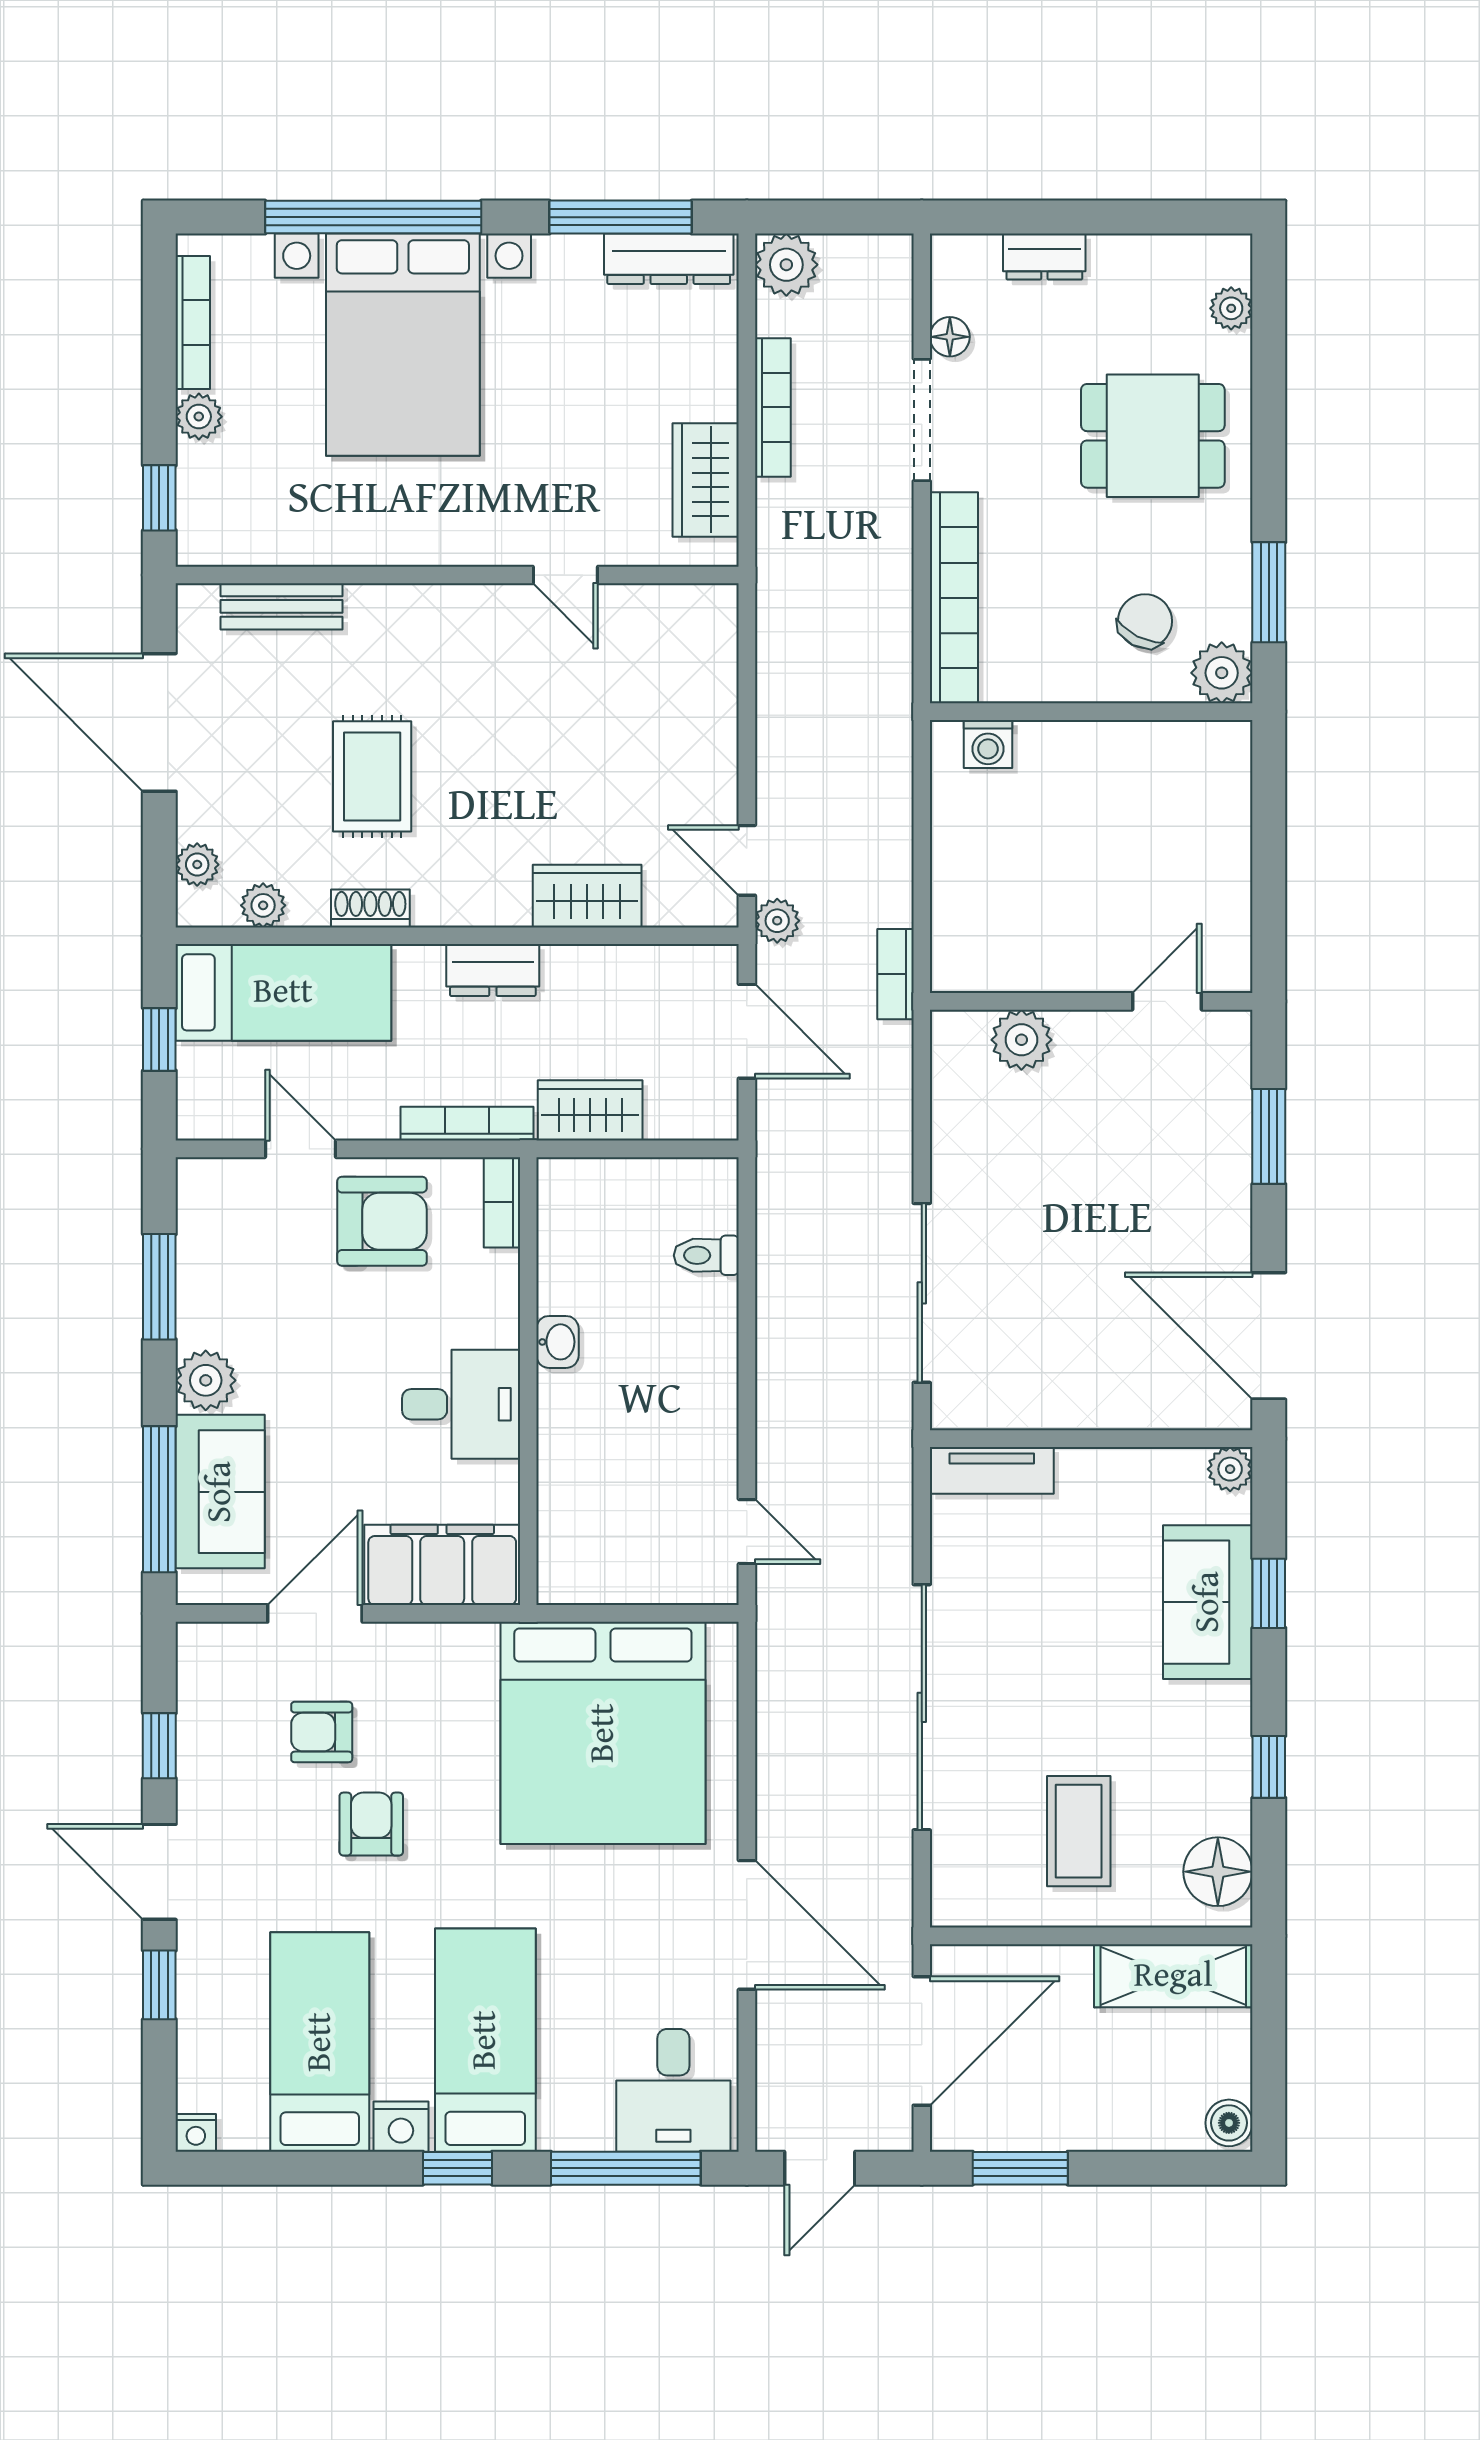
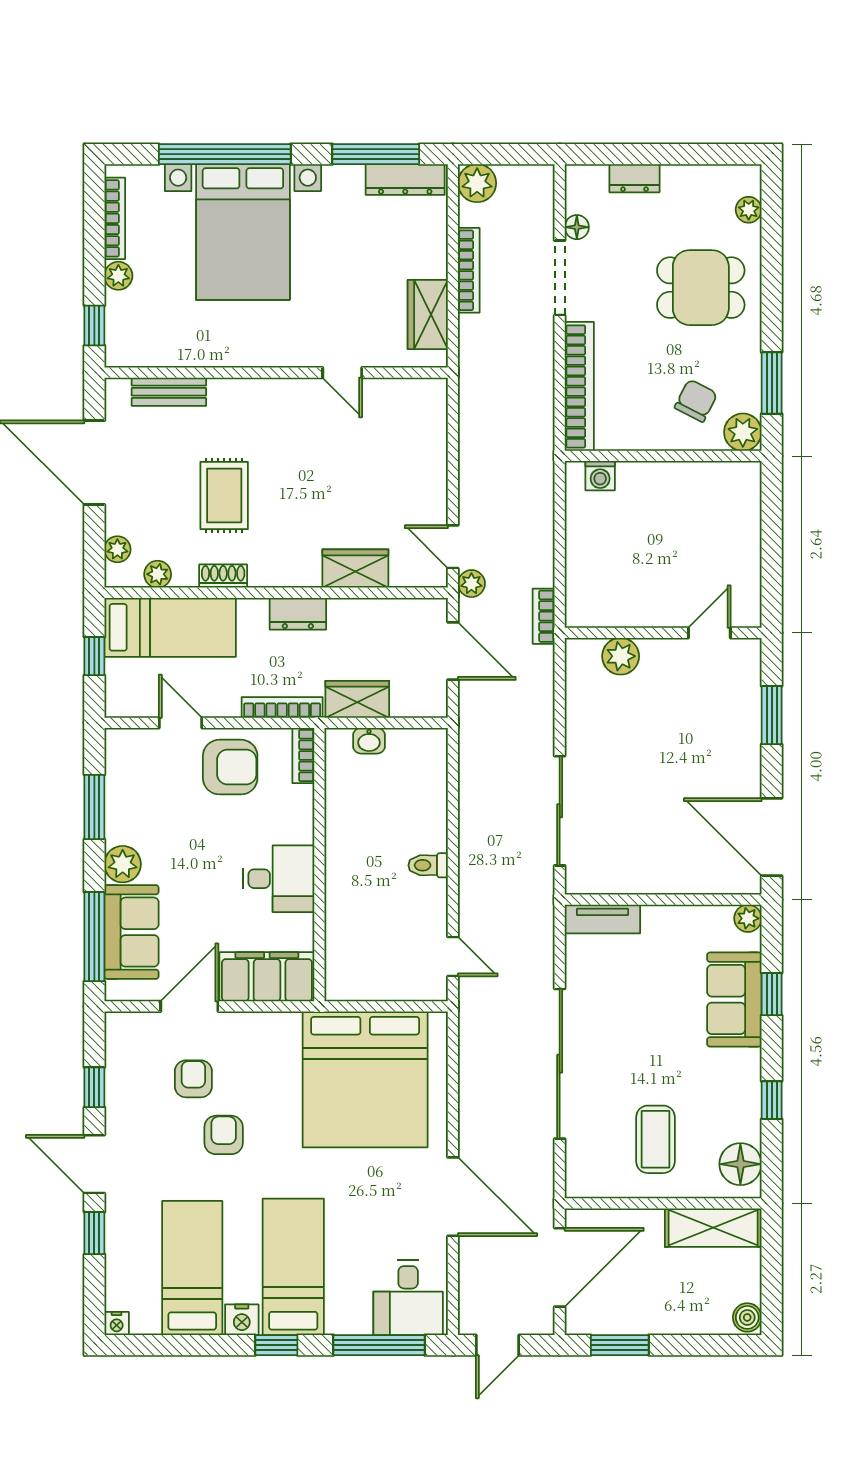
toilet: (706, 1255) -> (428, 865), moved
washbasin: (558, 1342) -> (369, 741), moved, turned 90
armchair: (322, 1732) -> (193, 1079), turned 90

